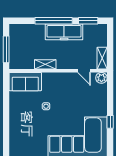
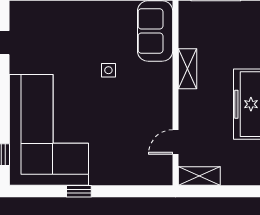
plant: (101, 78) -> (162, 175), removed

